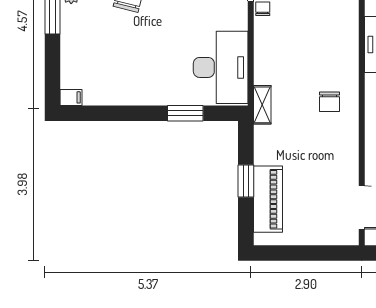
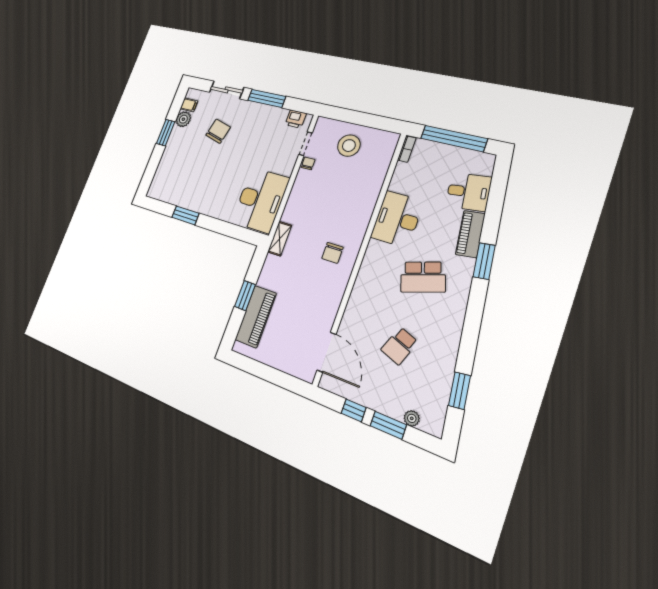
filing cabinet: (71, 97) -> (154, 192), removed
window: (185, 113) -> (185, 215), moved

